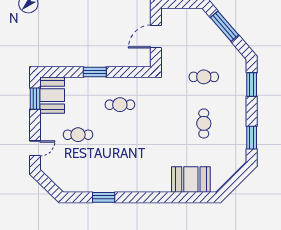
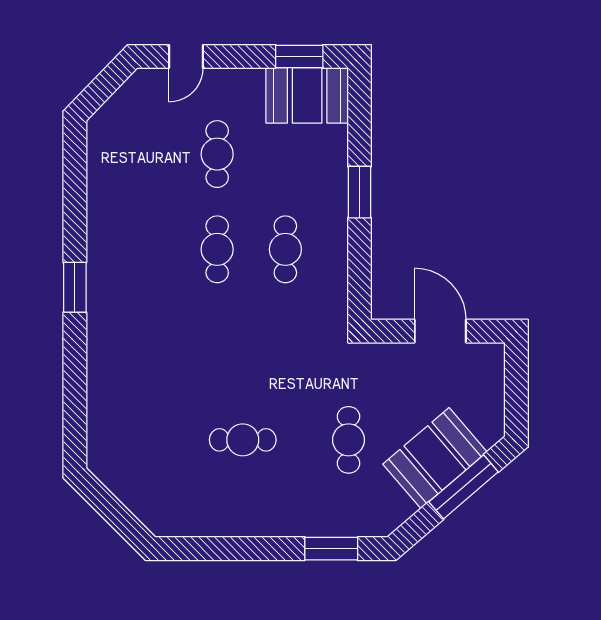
cafe table: (120, 135) -> (217, 249), added
window: (252, 138) -> (211, 549), removed
door: (35, 148) -> (186, 57), hinge flipped
booth: (191, 180) -> (435, 458), moved, turned 49
window: (104, 197) -> (75, 287), moved

